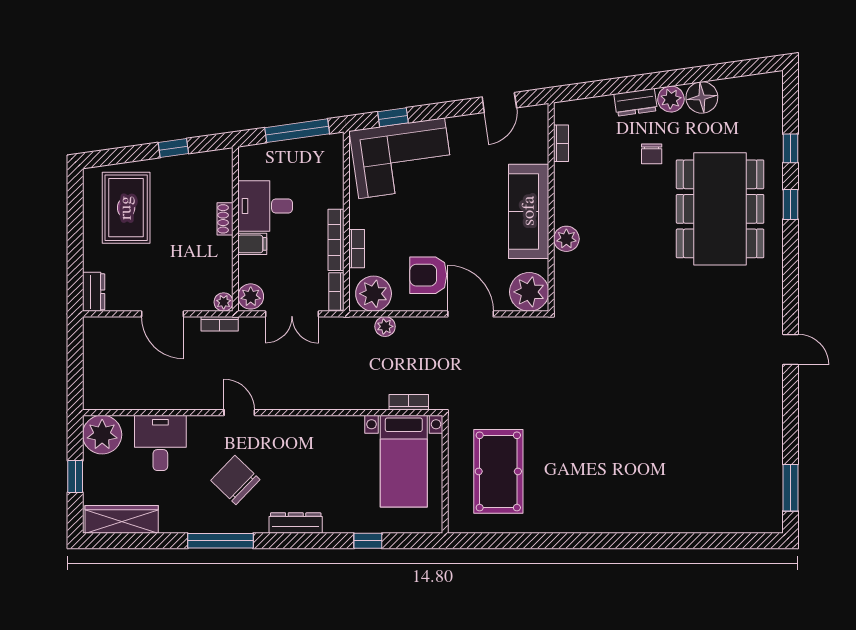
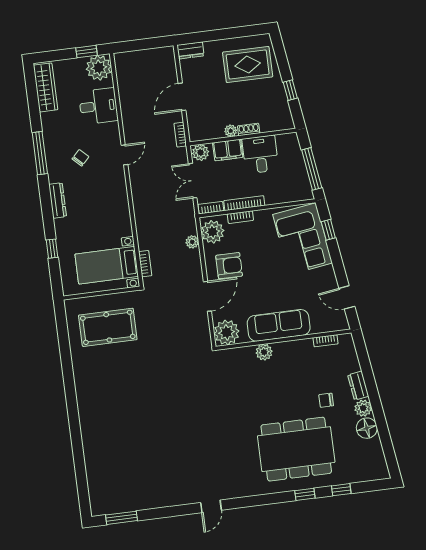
filing cabinet: (252, 244) -> (228, 150), width x2.00
armchair: (428, 275) -> (229, 266), turned 90
plant: (224, 302) -> (231, 131), moved
window: (75, 477) -> (86, 52), moved
chair: (235, 480) -> (80, 158), width x0.54, depth x0.54

